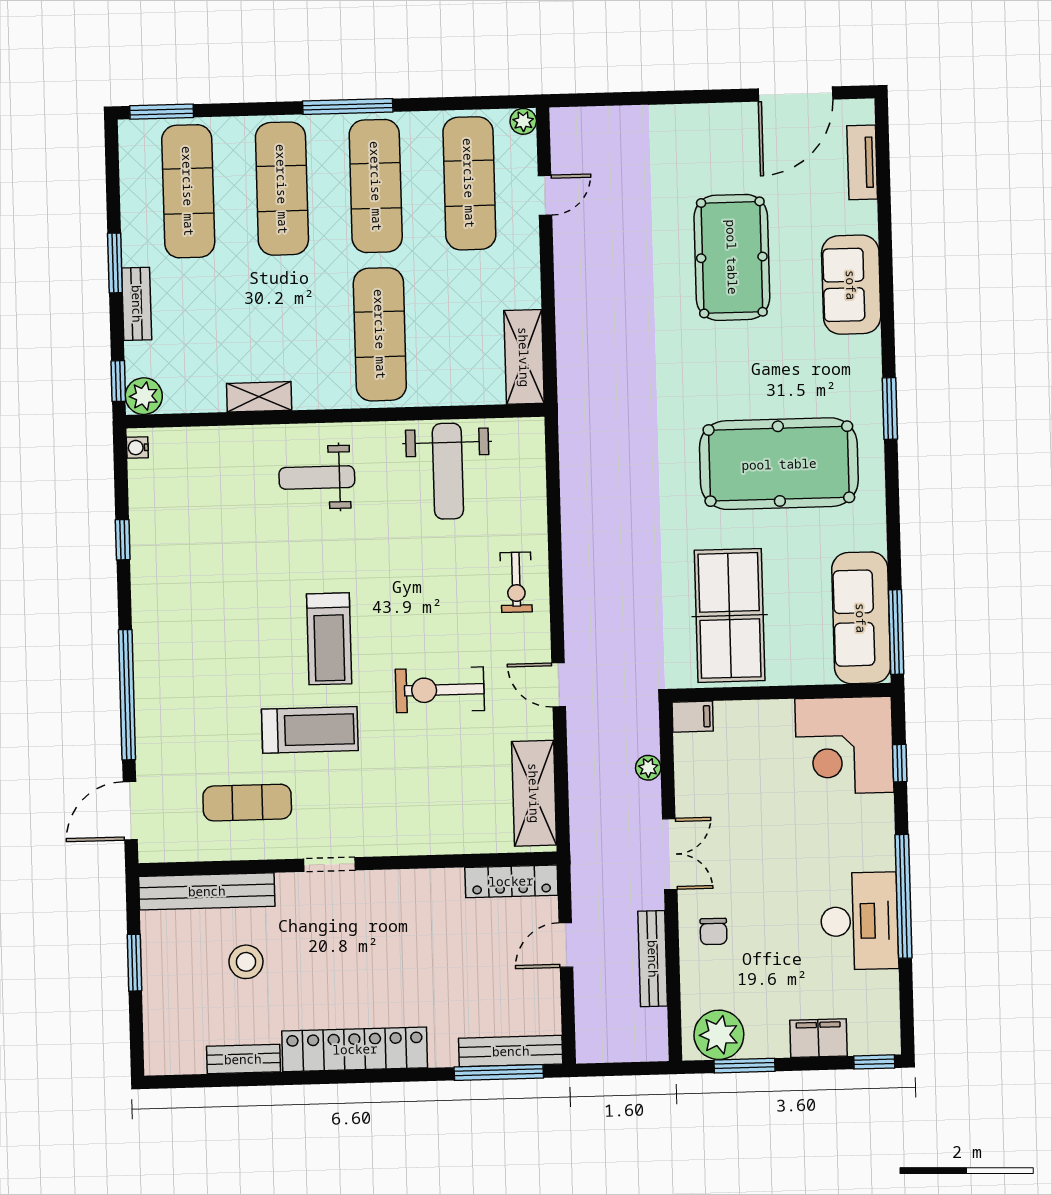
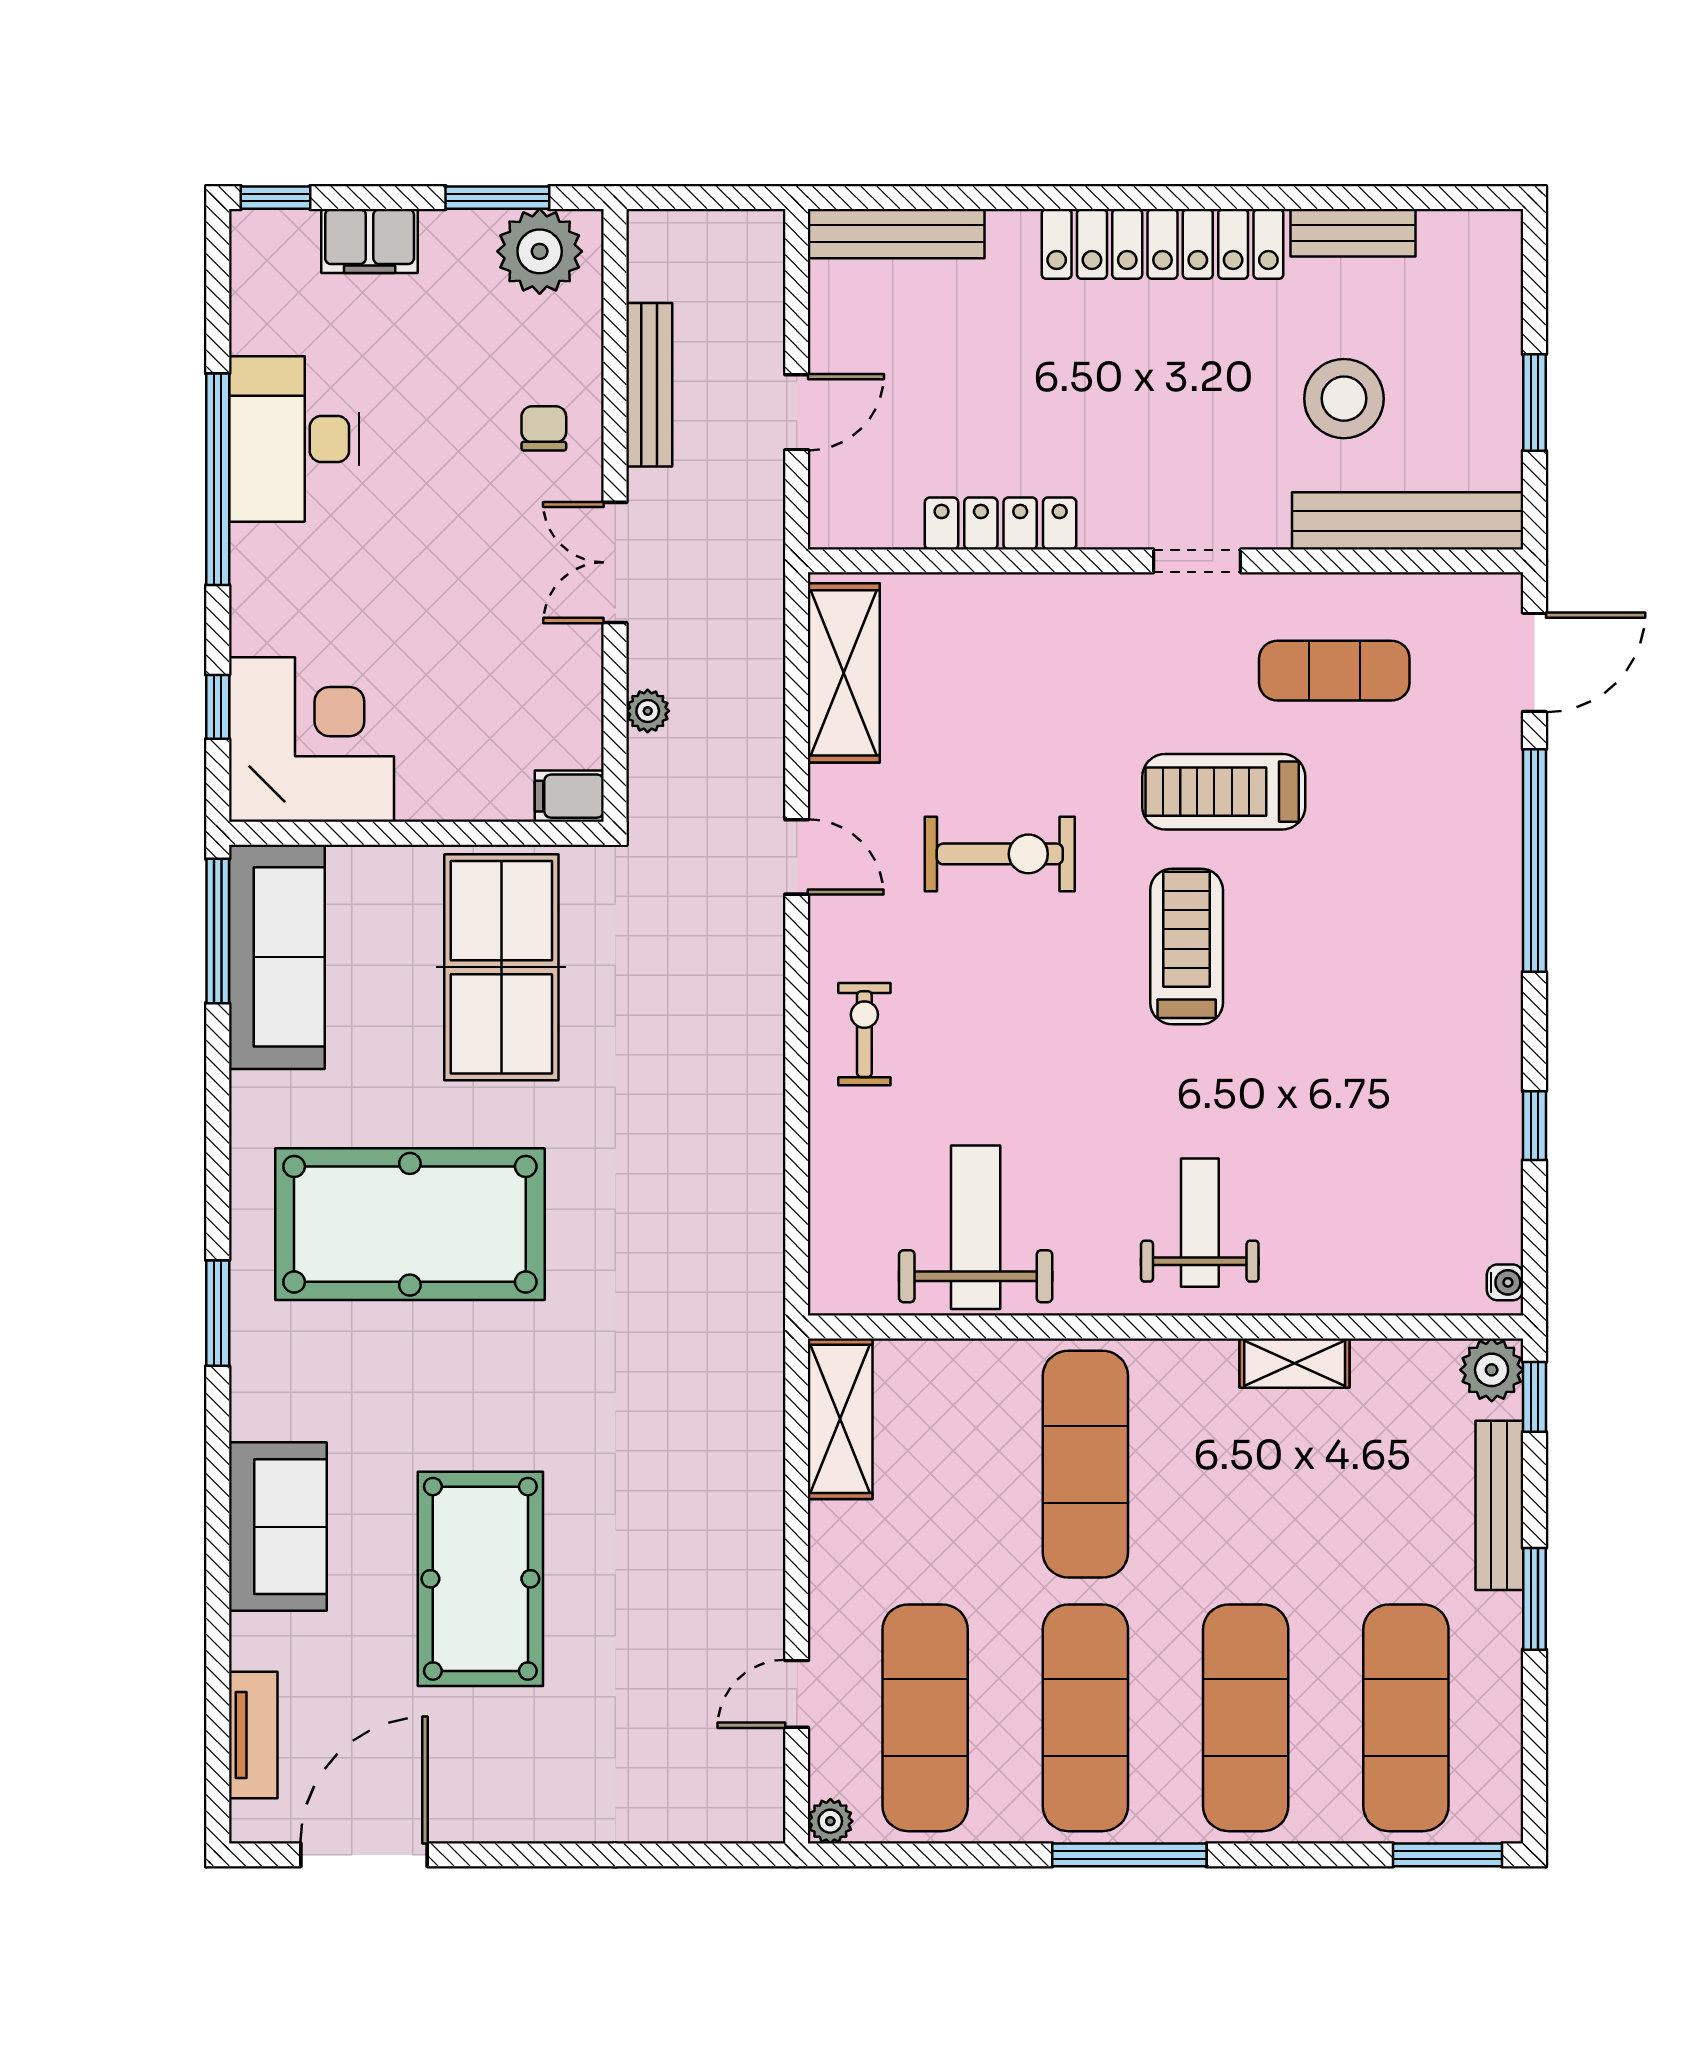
bench: (137, 304) -> (1499, 1505), width x1.36
weight bench: (317, 477) -> (1200, 1223), turned -90
locker: (511, 881) -> (1001, 523), moved
stool: (246, 962) -> (1344, 399), width x1.38, depth x1.38
window: (499, 1072) -> (917, 198), removed

